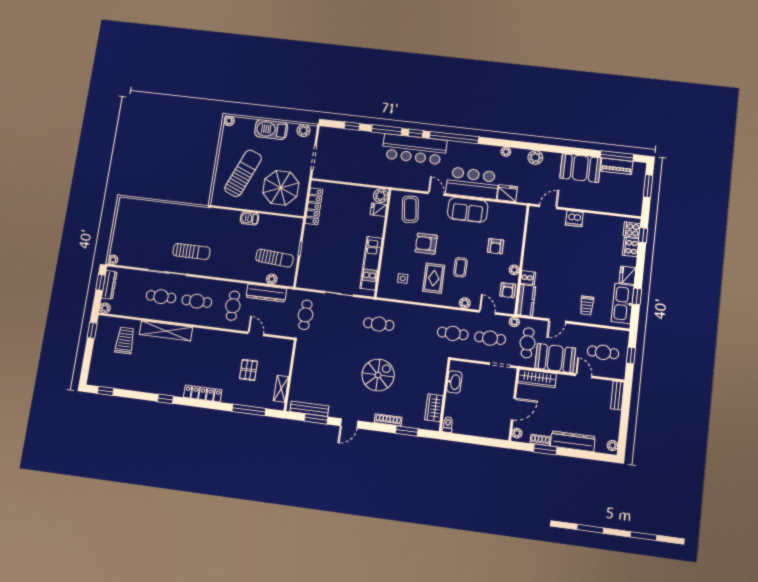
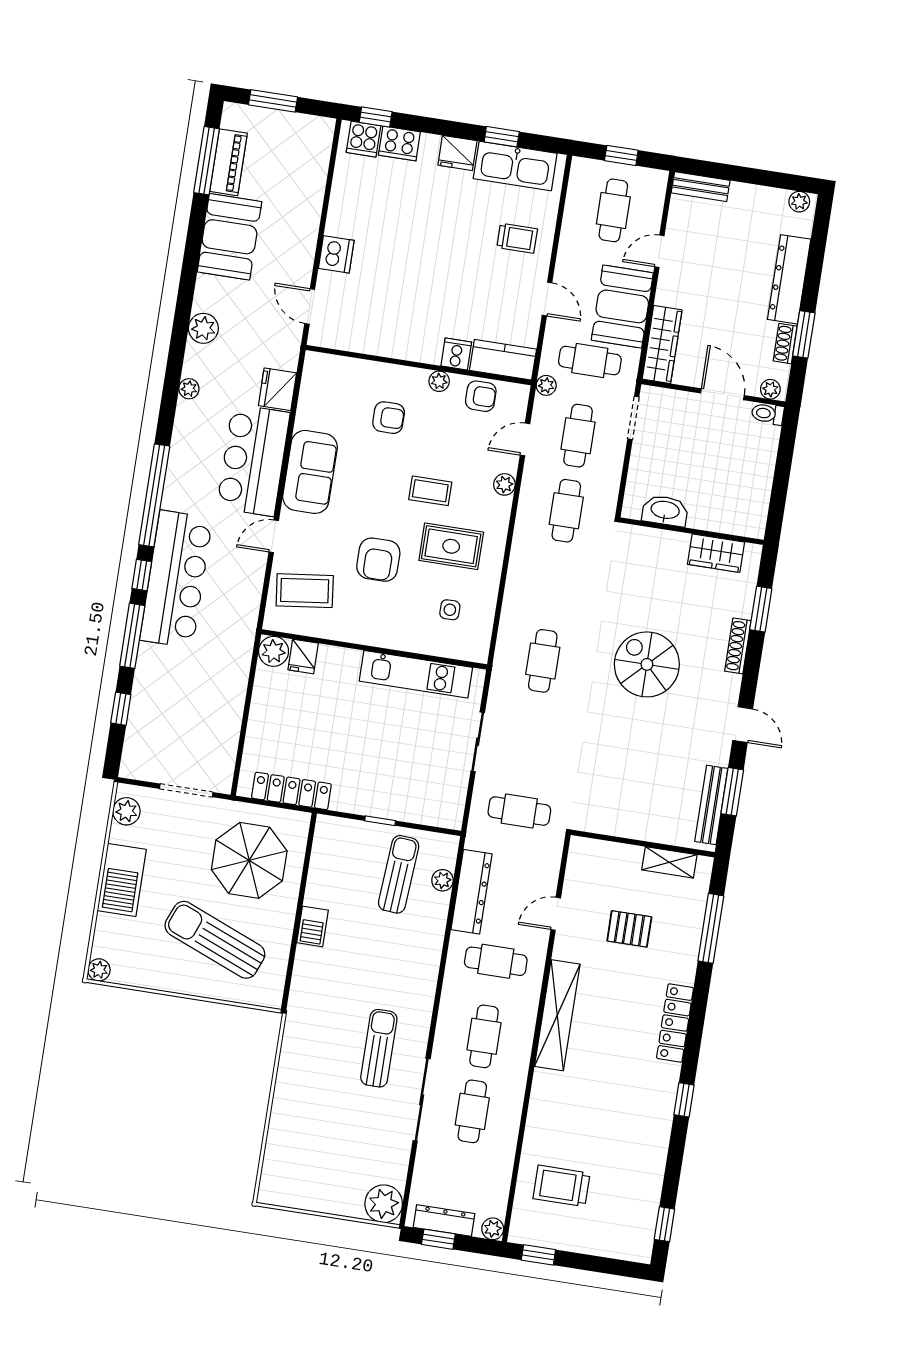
plant: (113, 260) -> (384, 1204), width x1.87, depth x1.87
shelving: (166, 331) -> (557, 1015), moved
toilet: (448, 425) -> (768, 414), moved

